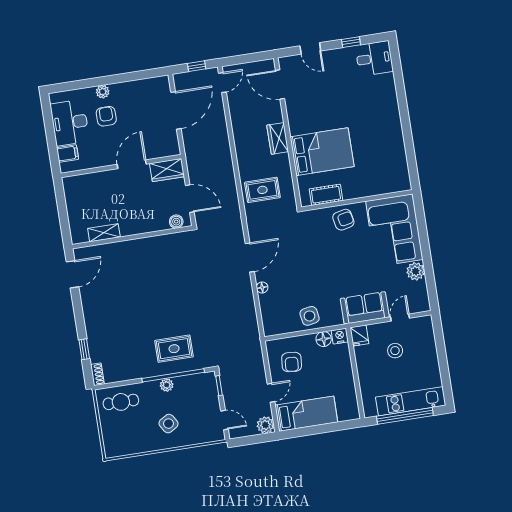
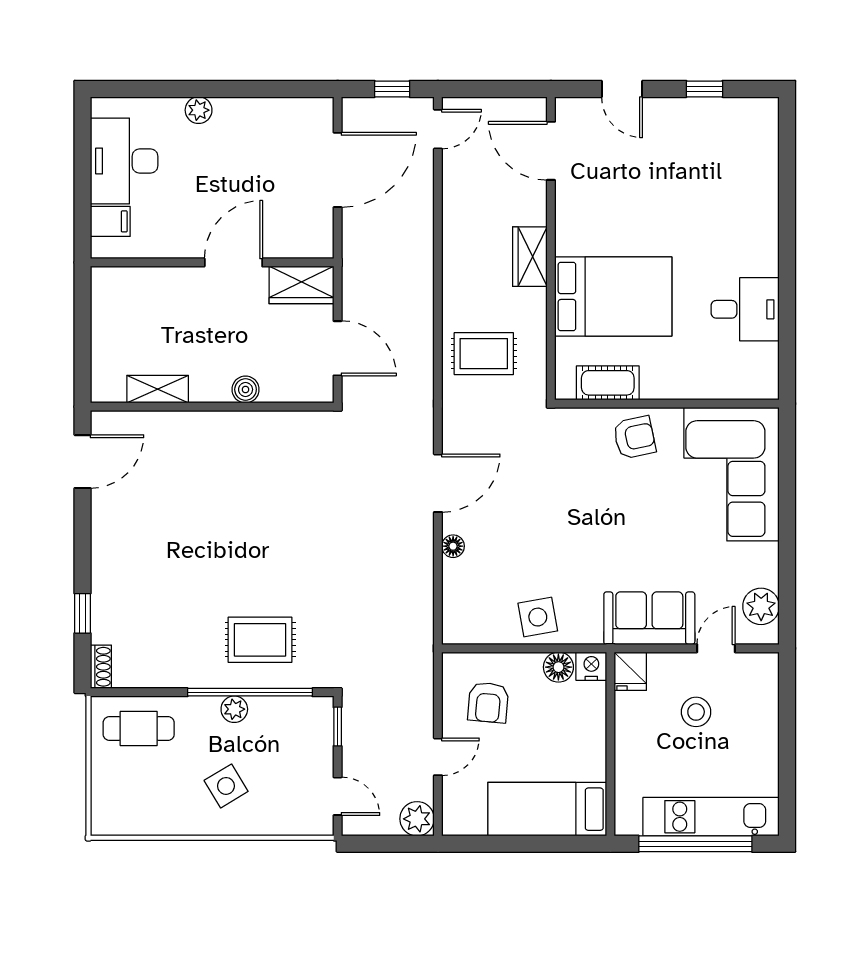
desk: (374, 58) -> (745, 309), moved
armchair: (106, 116) -> (198, 160), removed
boiler: (176, 222) -> (246, 389), moved
plant: (416, 271) -> (761, 606), moved
bed: (306, 414) -> (547, 809), moved, turned 180

